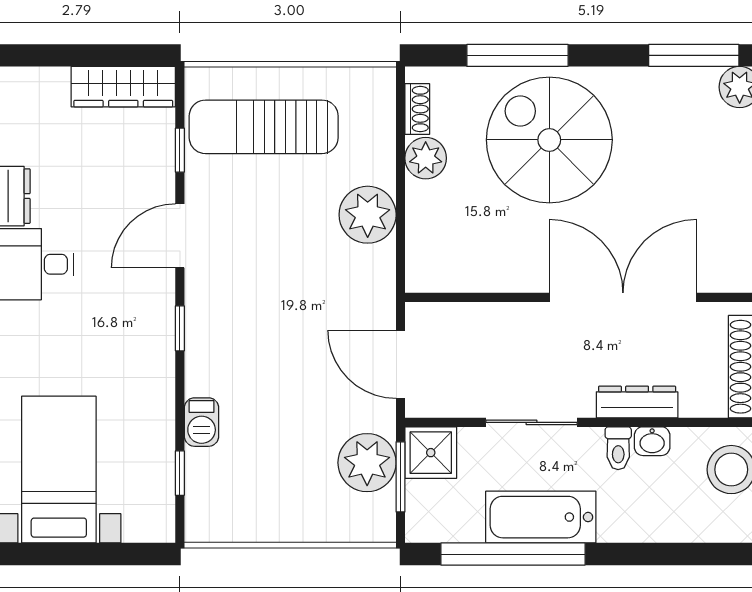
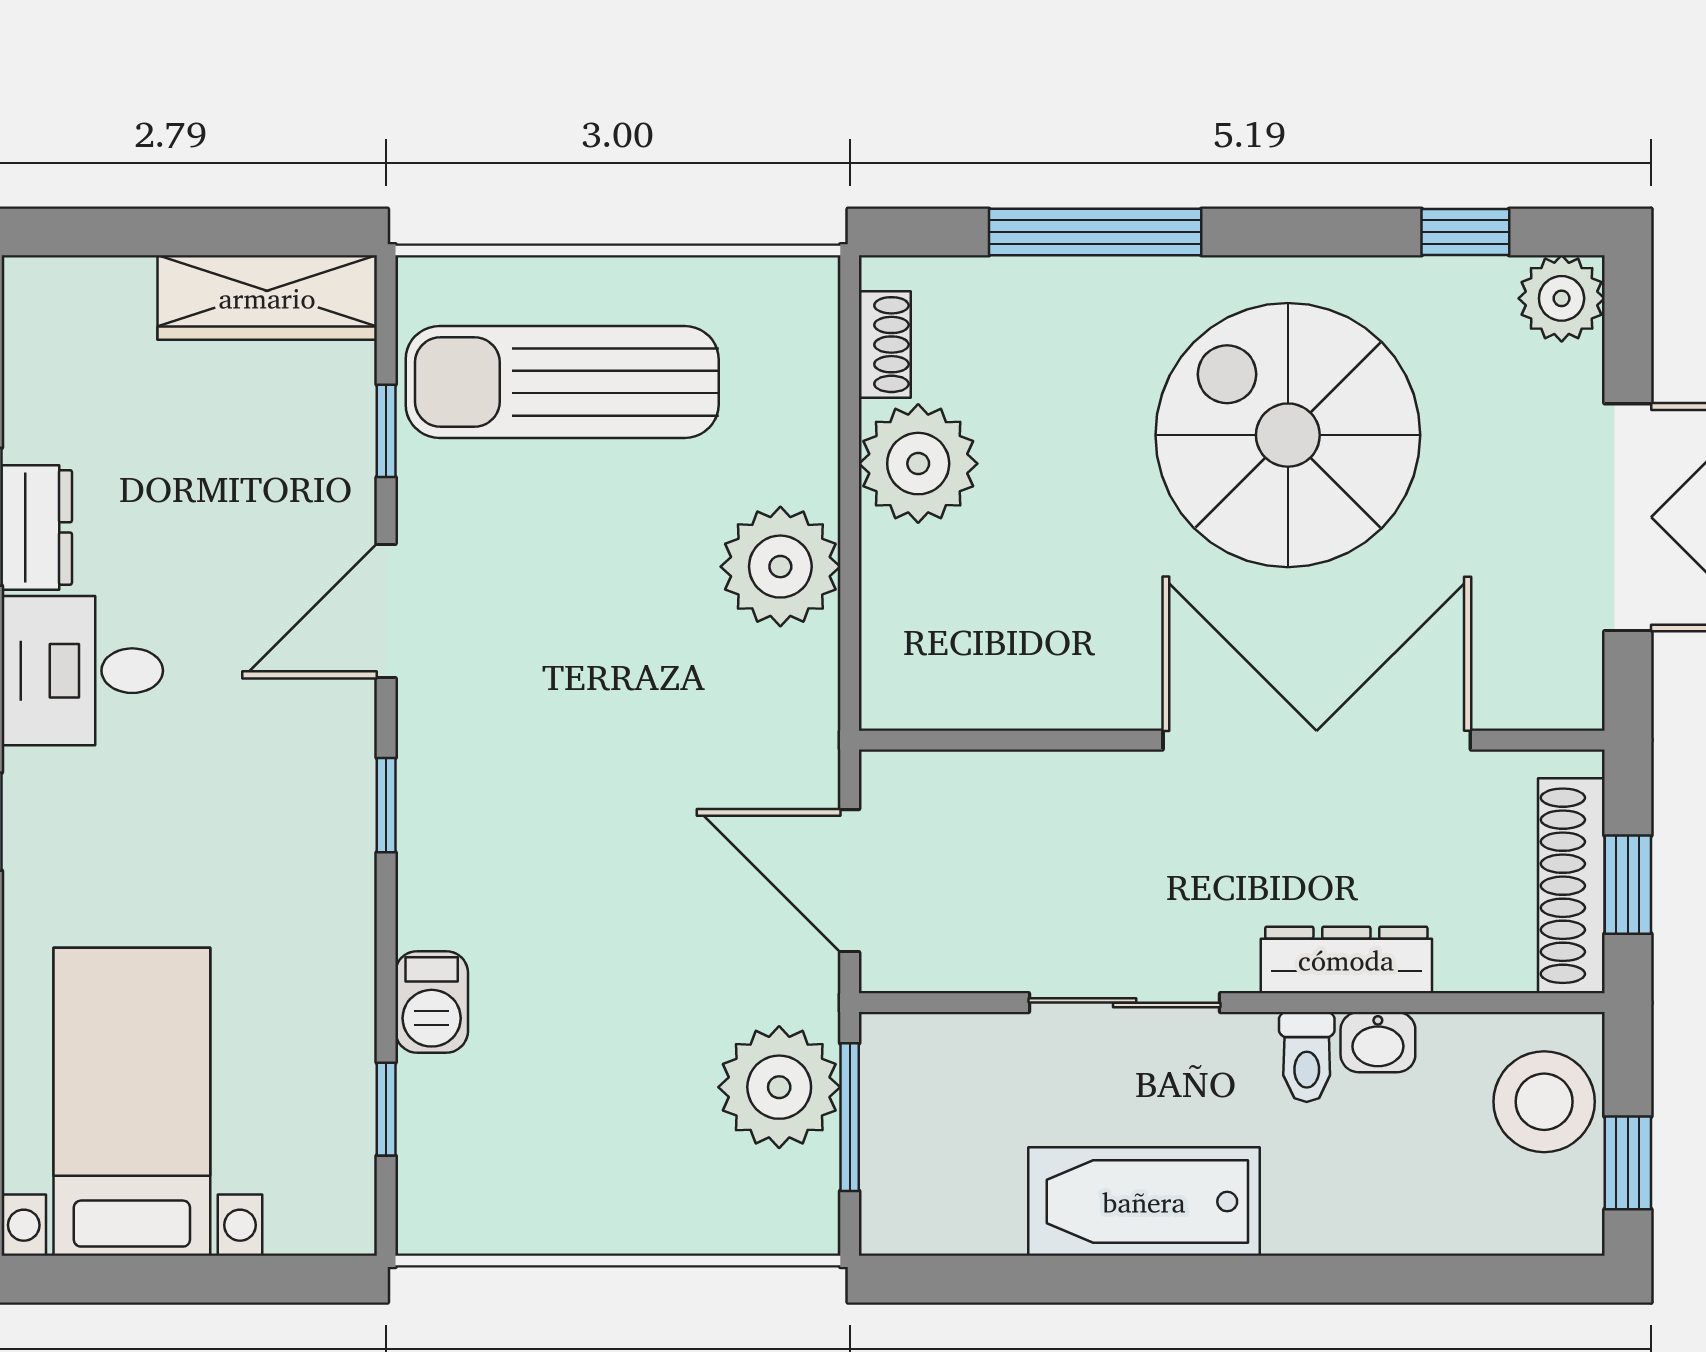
window: (694, 55) -> (1465, 232), width x0.46
spiral stairs: (549, 140) -> (1288, 435), moved
plant: (426, 158) -> (918, 464), width x1.36, depth x1.36
shower: (431, 453) -> (913, 1066), removed
window: (513, 554) -> (1086, 1279), removed

